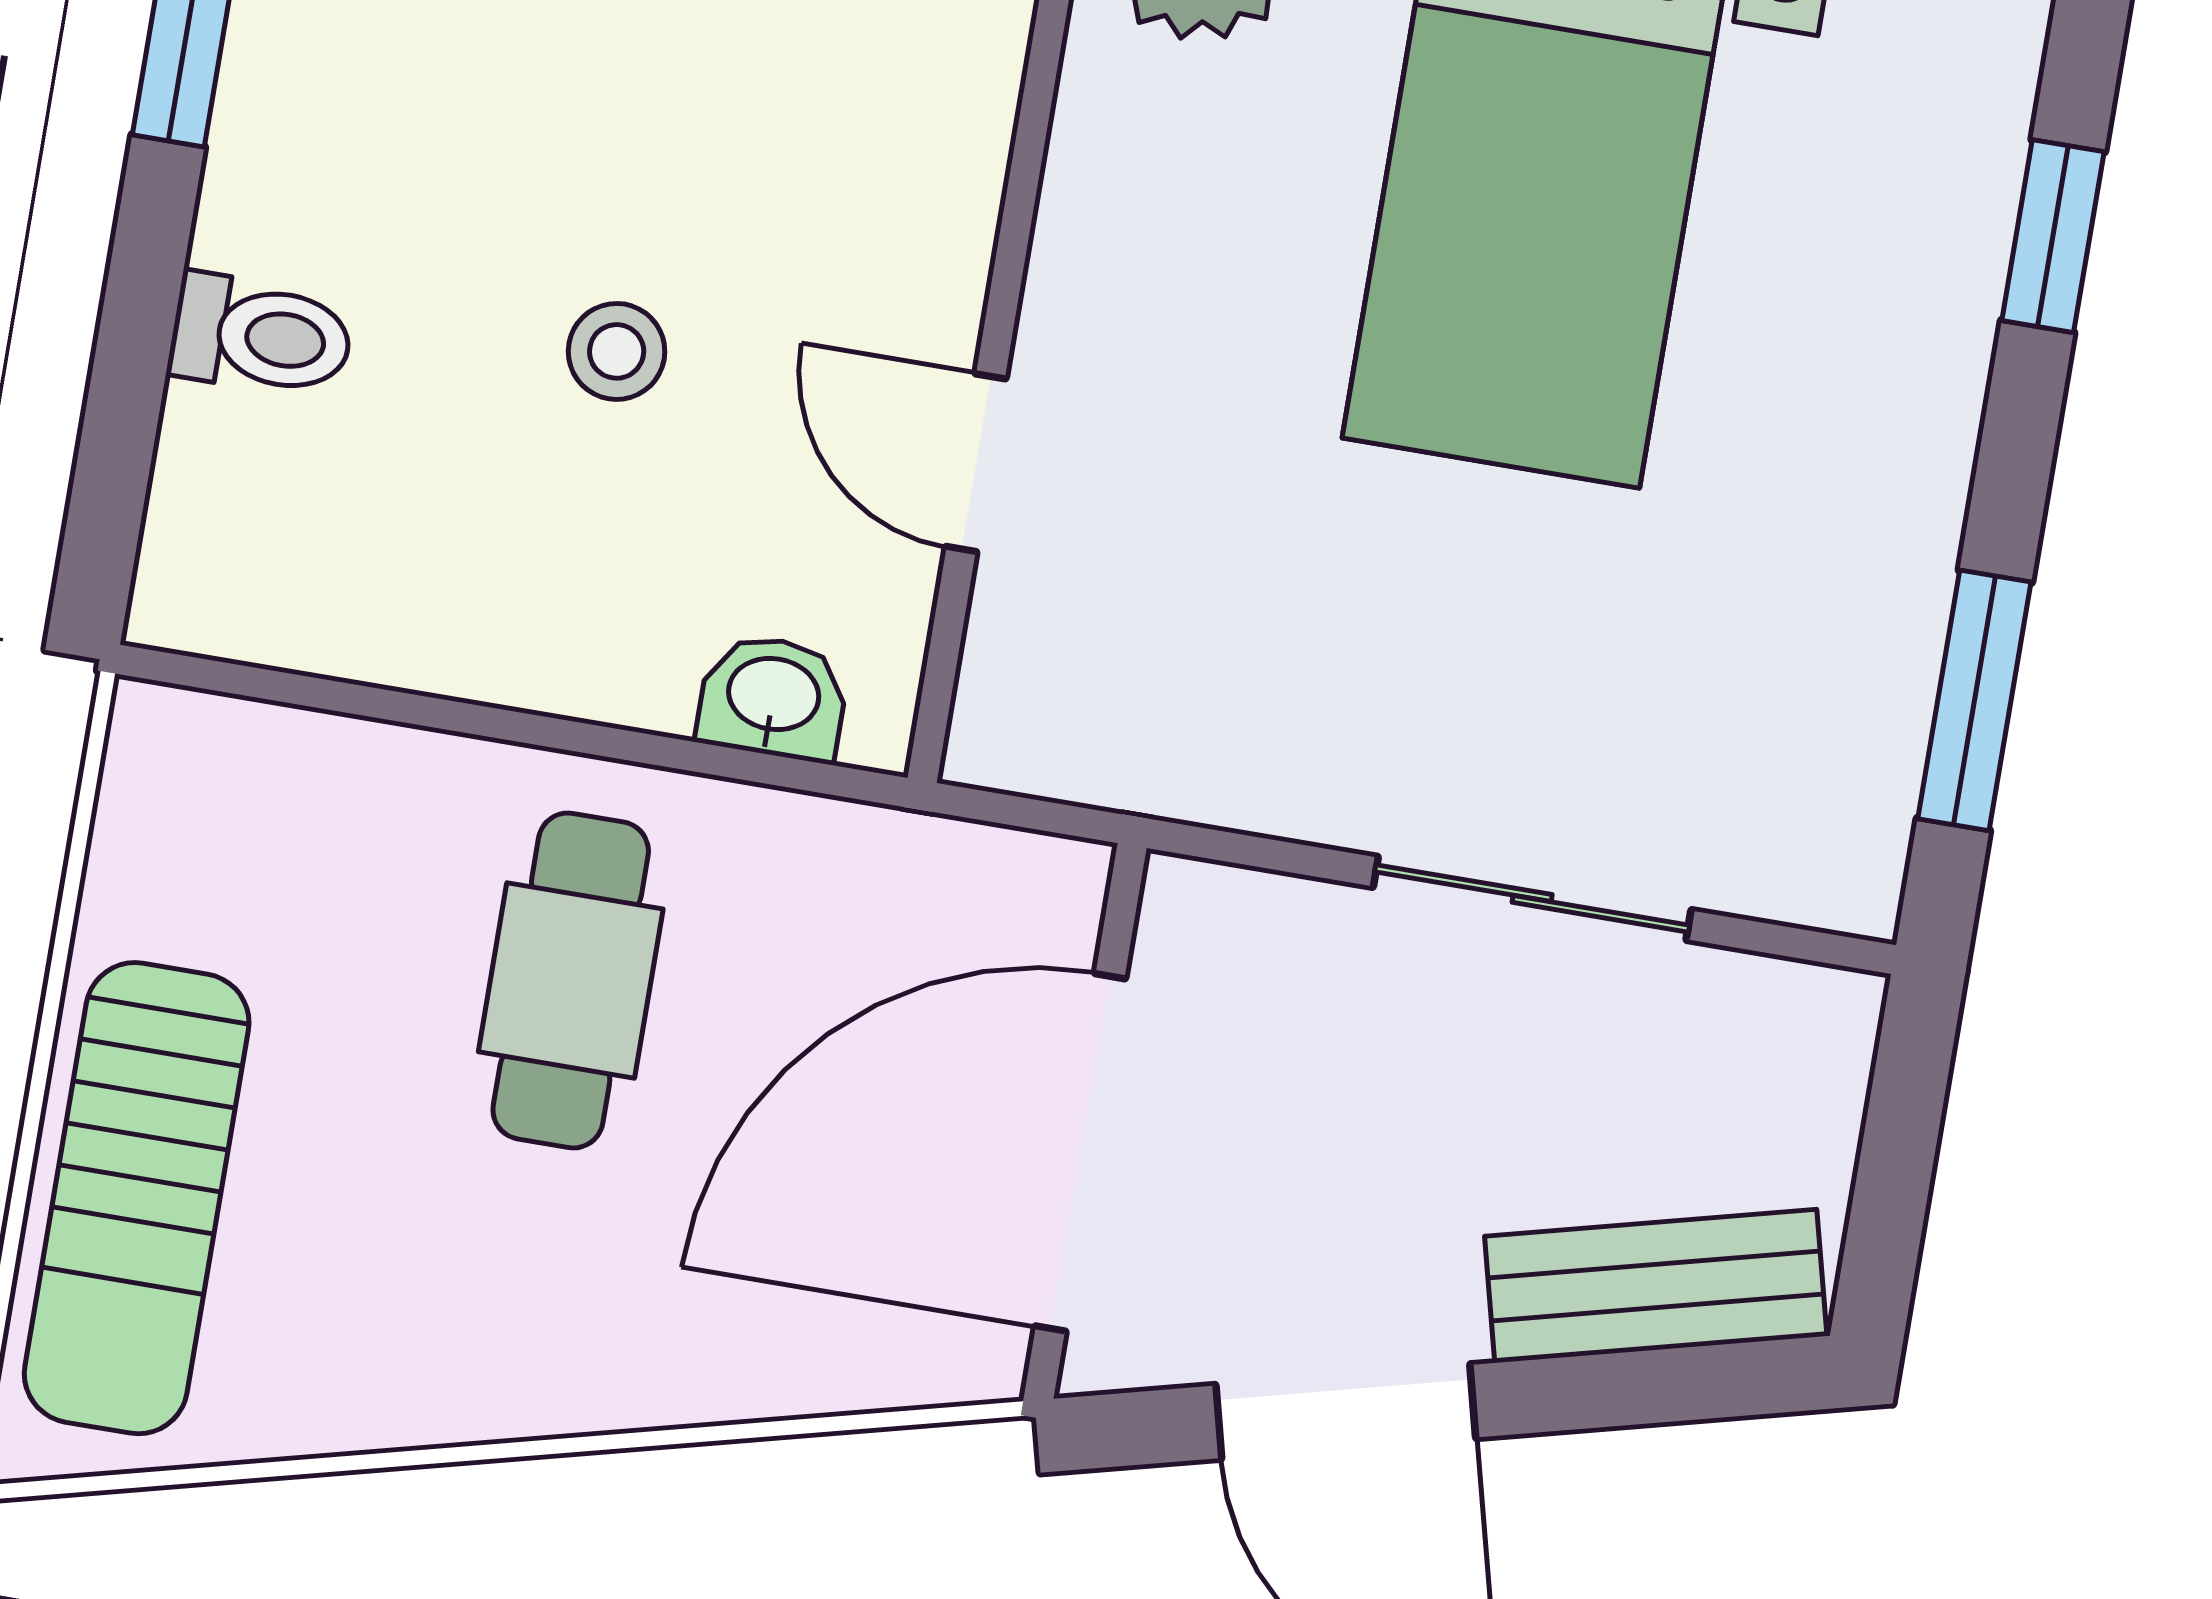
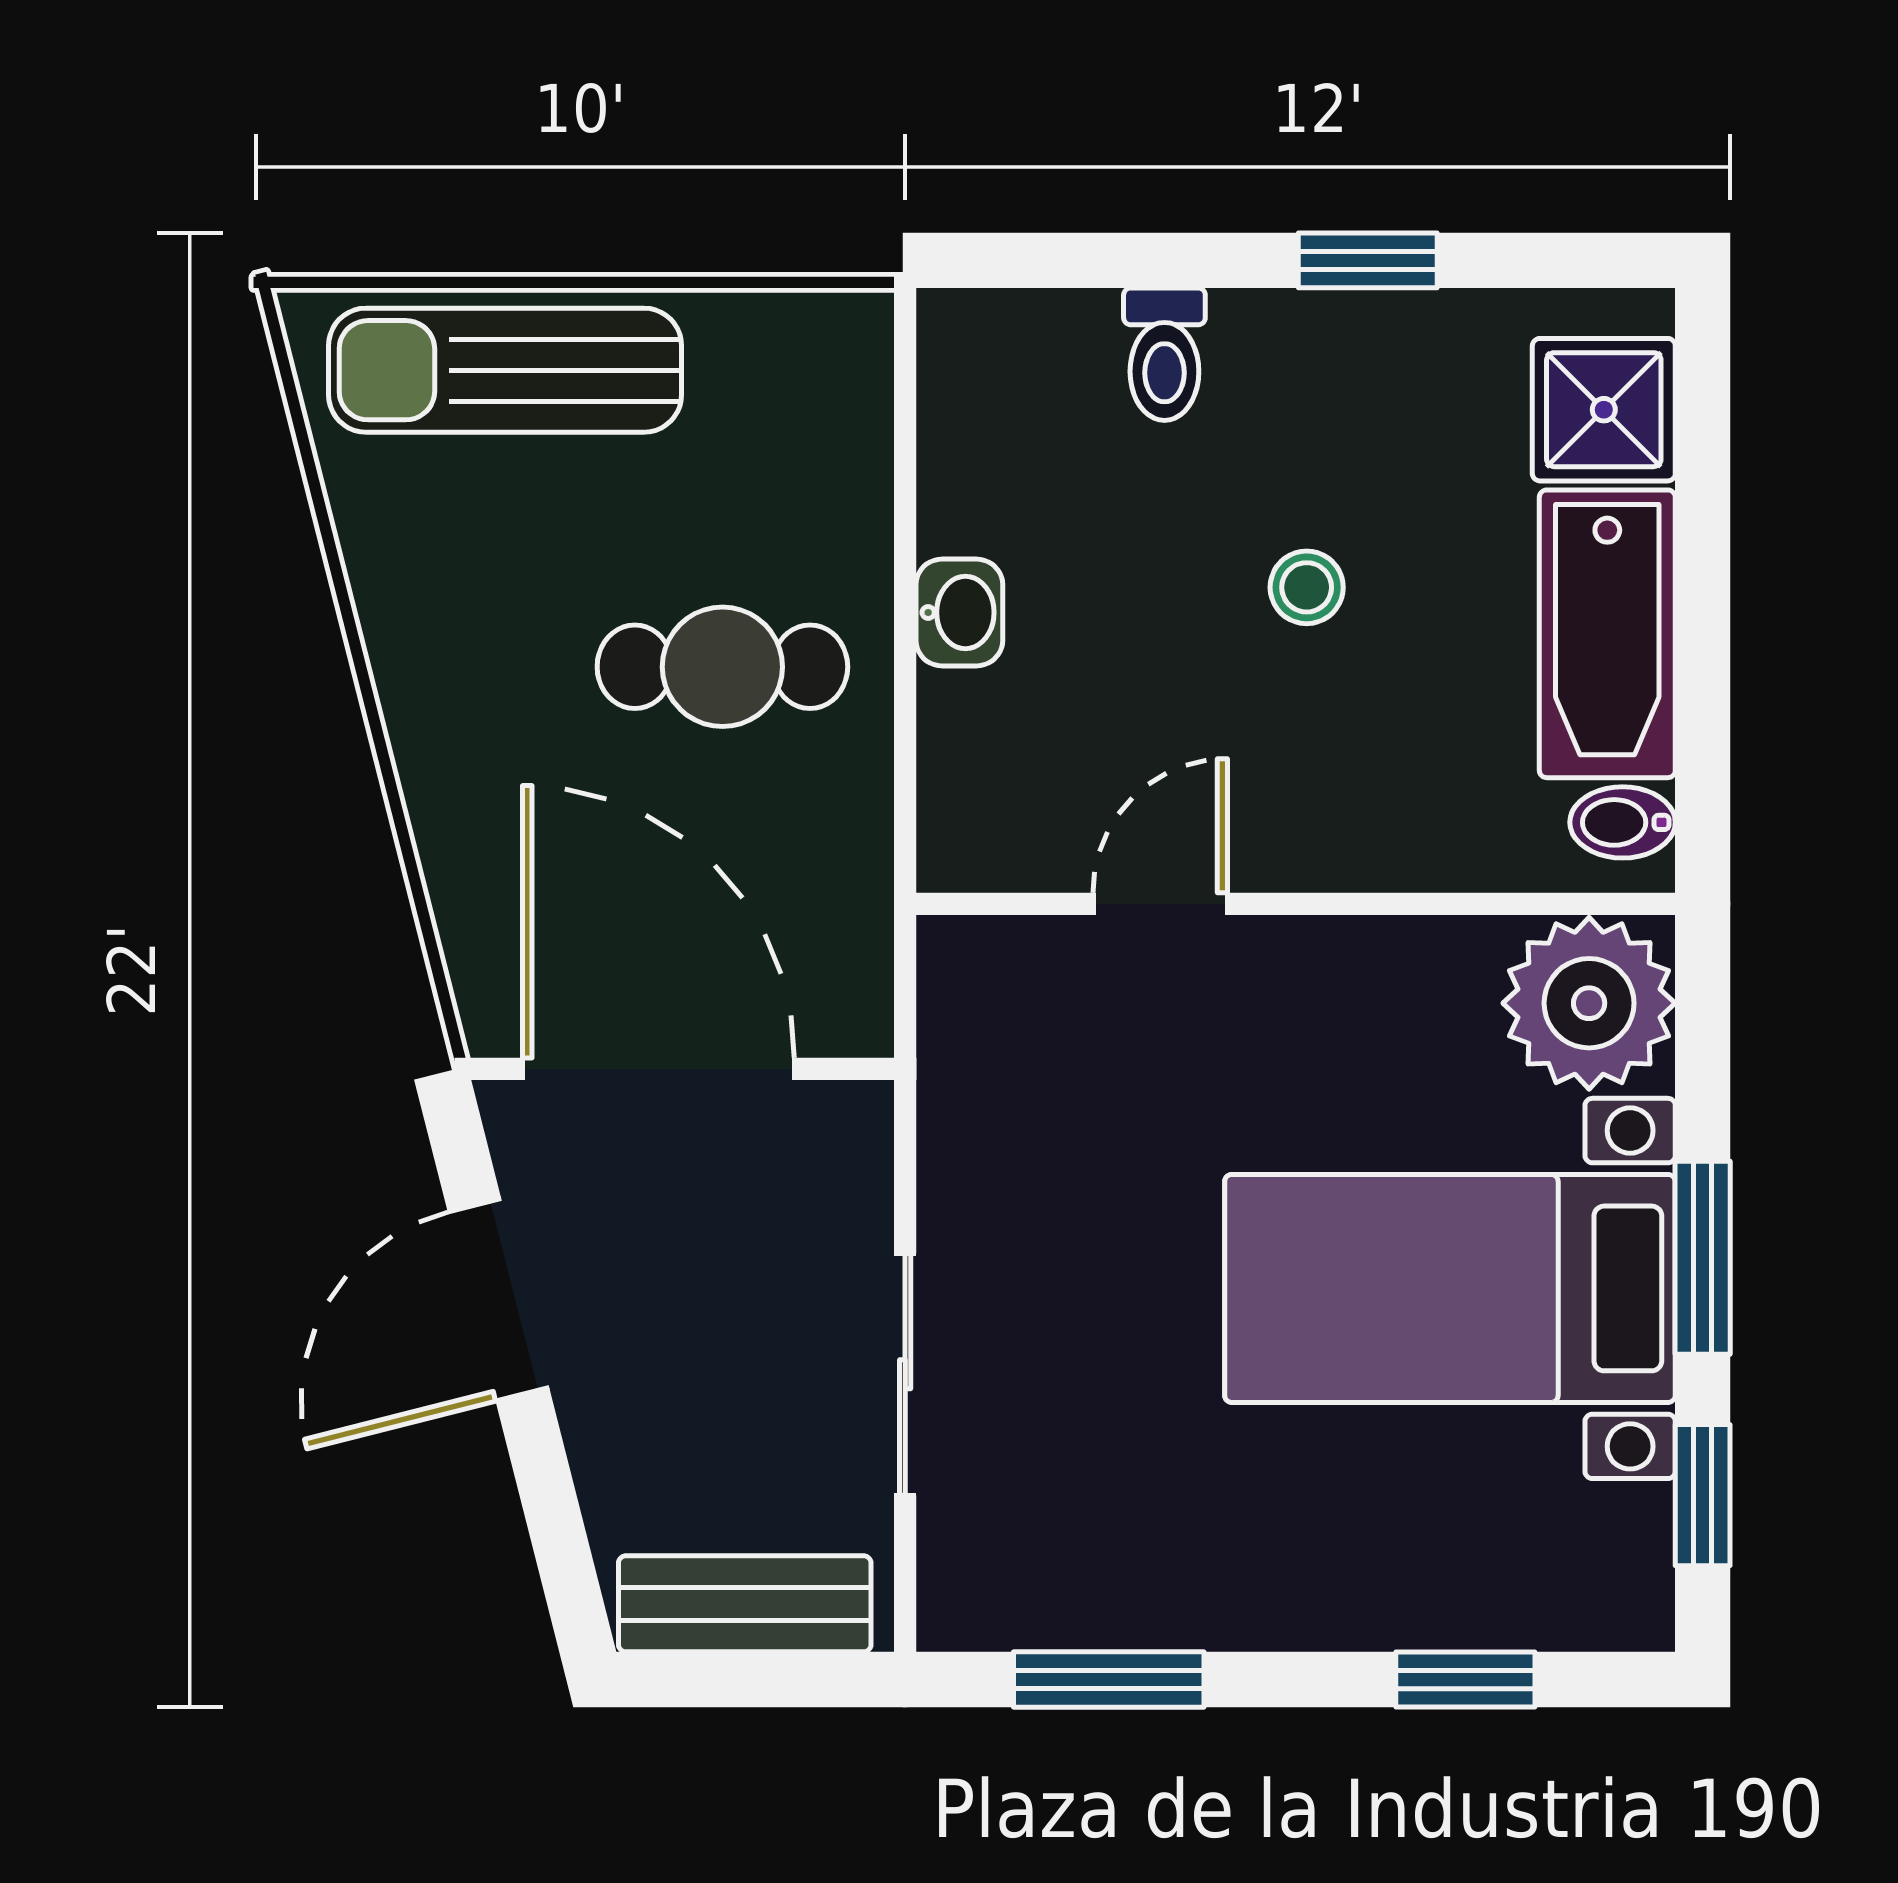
stool: (617, 351) -> (1307, 587), moved
washbasin: (773, 697) -> (959, 612), moved
bench: (1656, 1286) -> (745, 1604), moved, turned -76

